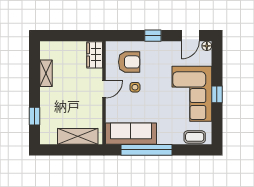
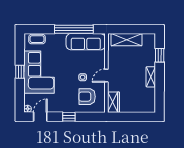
shelving: (46, 73) -> (151, 77), moved

